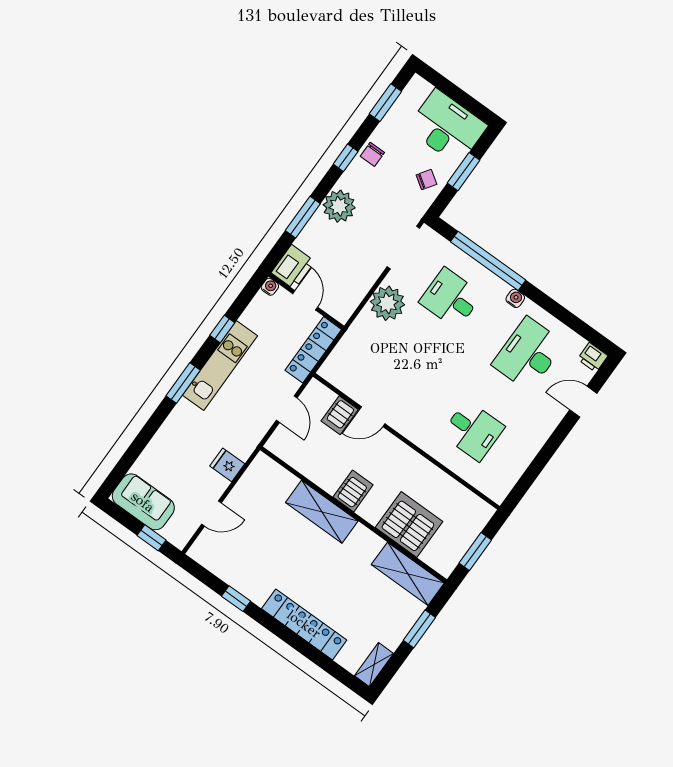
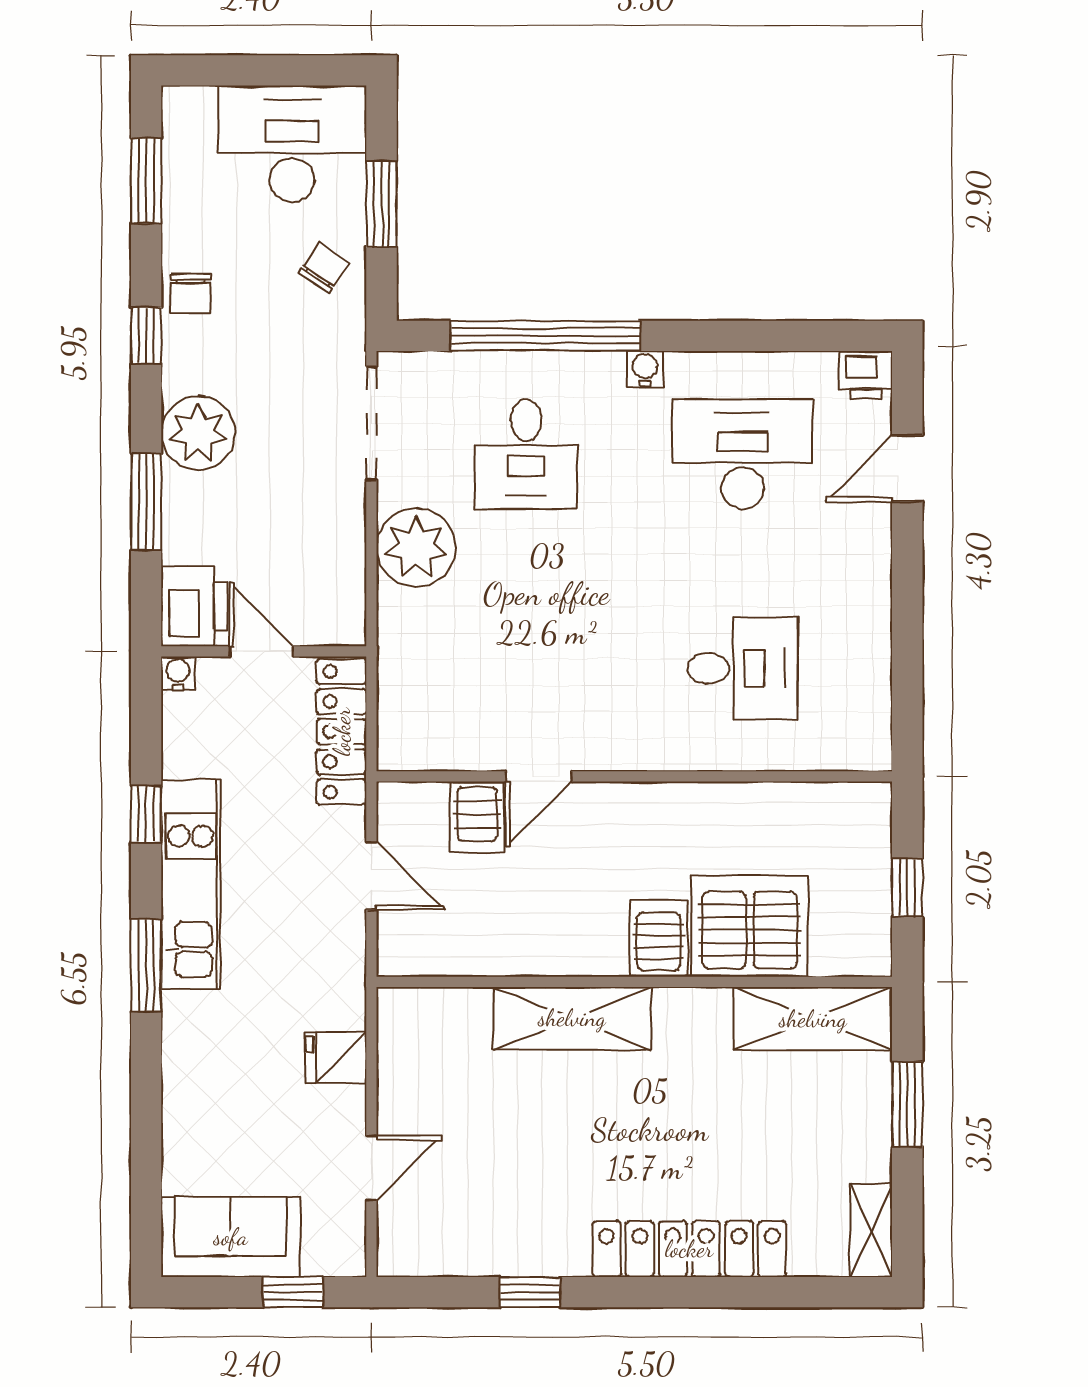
desk: (451, 298) -> (526, 454), turned -90
desk: (528, 354) -> (743, 454), turned 90
server rack: (353, 491) -> (659, 939), moved
window: (475, 551) -> (907, 888), width x0.67

